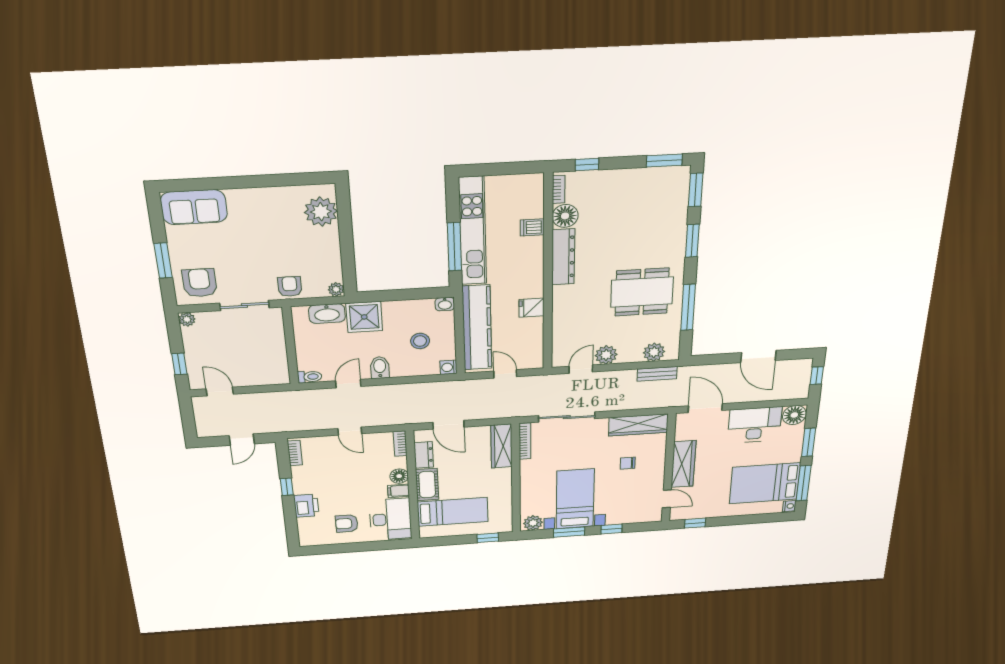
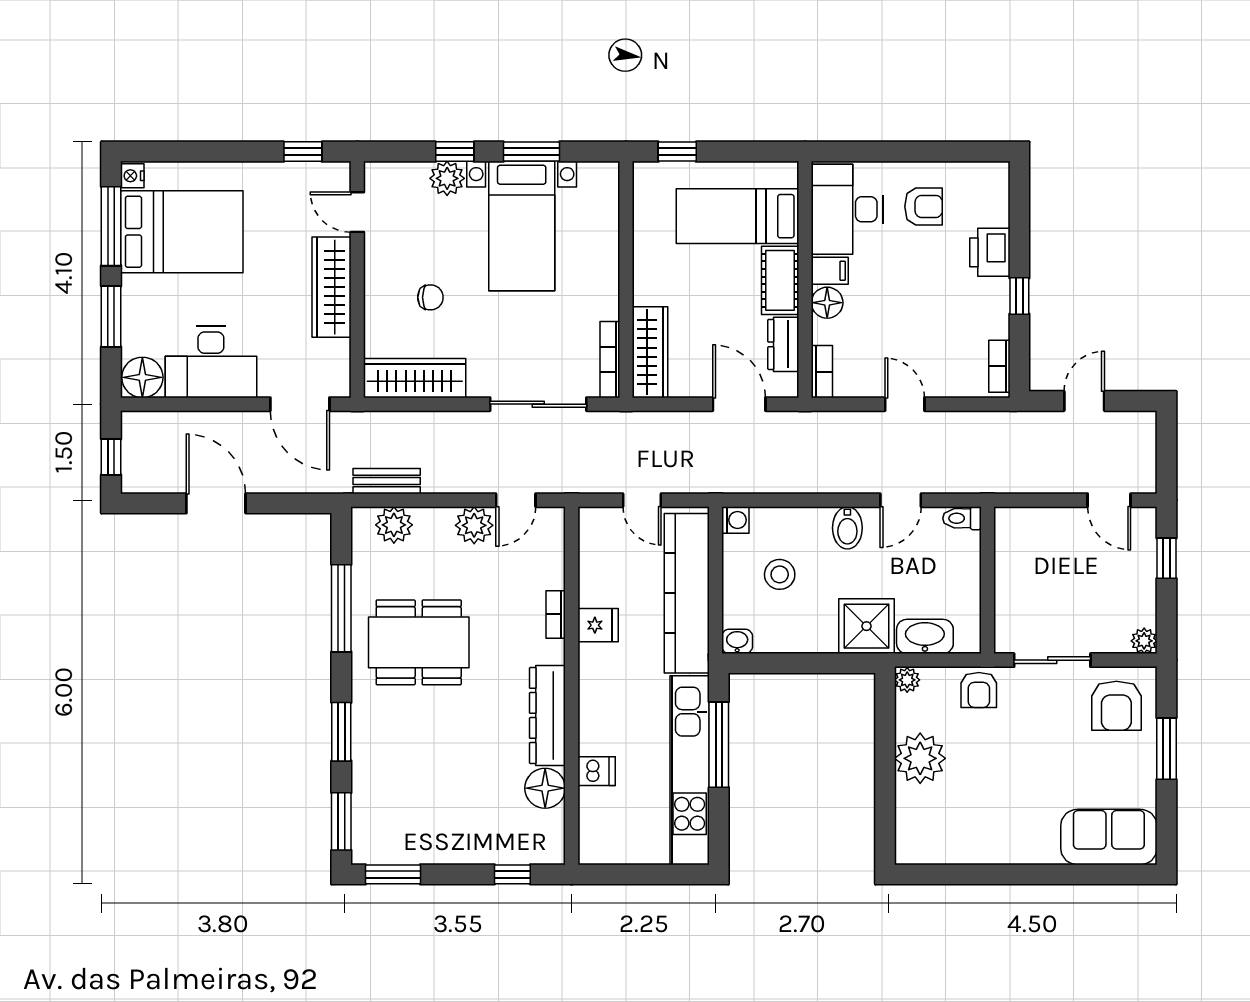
bookcase: (559, 189) -> (556, 614), moved
plant: (321, 212) -> (920, 758), moved
plant: (533, 523) -> (447, 178), moved

